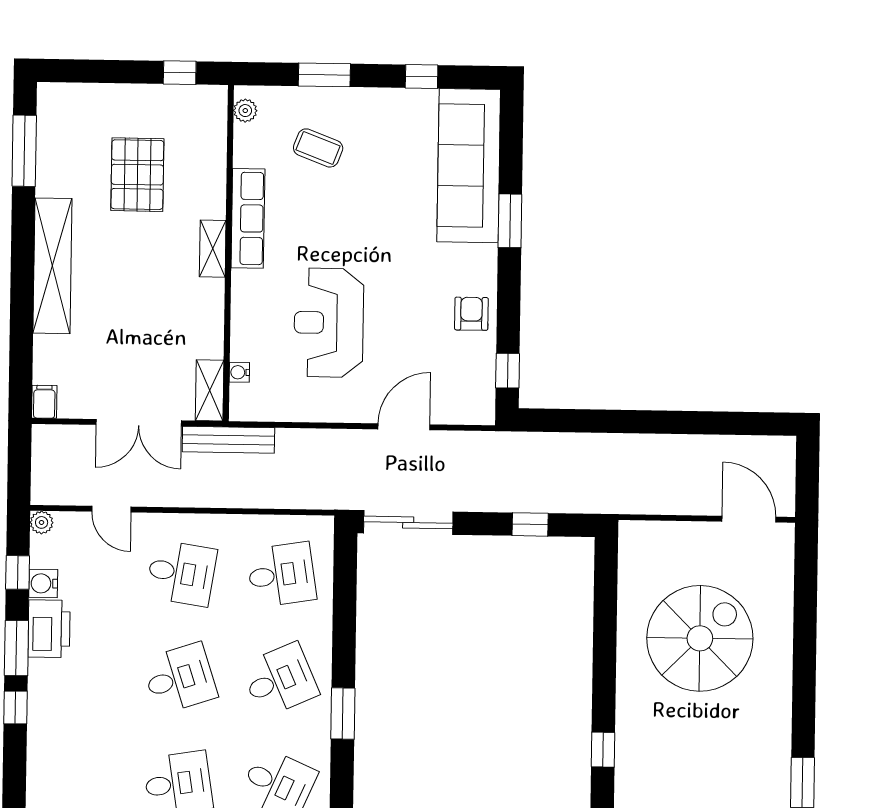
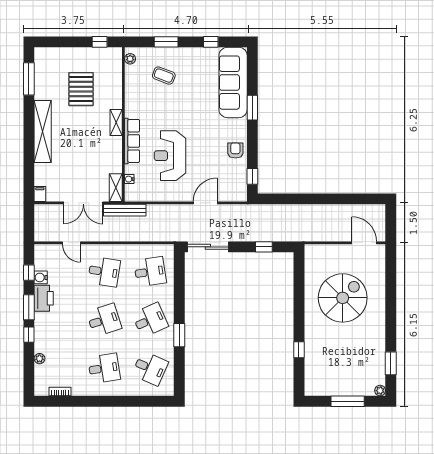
row of seats: (248, 218) -> (132, 141), moved
plant: (42, 522) -> (40, 359), moved

